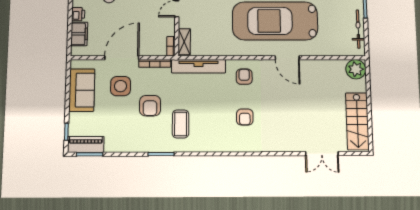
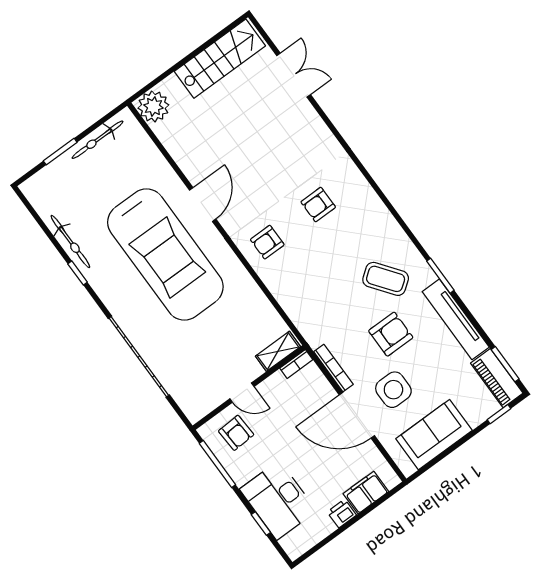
tv unit: (199, 66) -> (456, 319), moved, turned 180
armchair: (245, 117) -> (318, 205), turned 180
coffee table: (181, 124) -> (386, 279), turned 53

